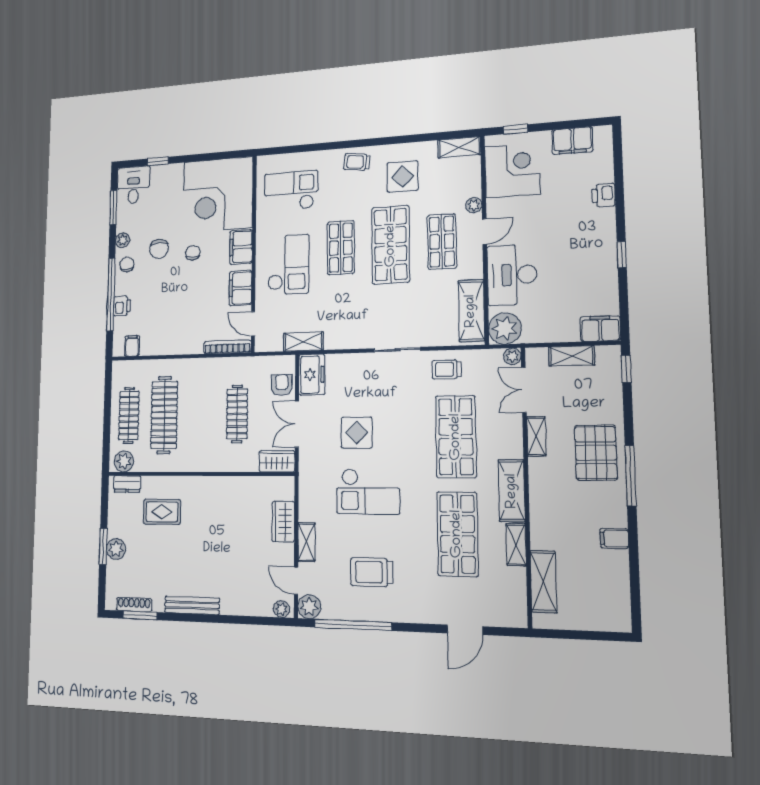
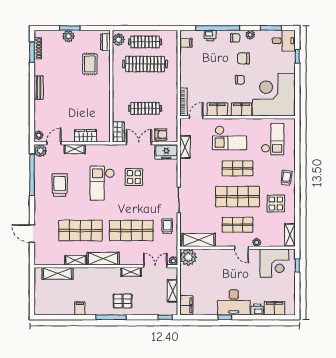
filing cabinet: (572, 141) -> (275, 308), moved, turned 90
desk: (512, 275) -> (234, 302), moved, turned 180
pallet: (596, 453) -> (123, 301), width x0.67, depth x0.71
bench: (192, 605) -> (39, 88), width x0.73

